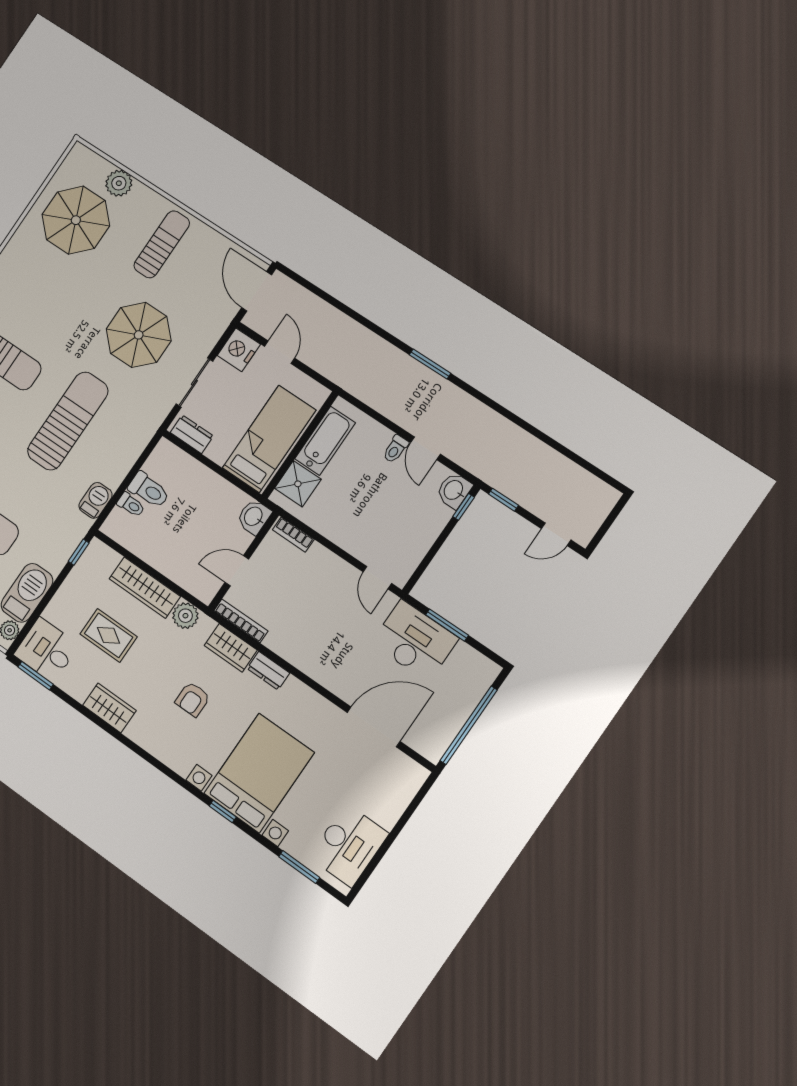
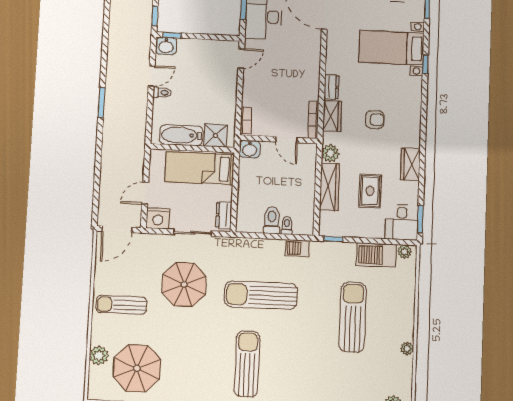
bed with nightstands: (259, 773) -> (391, 48), width x0.73

